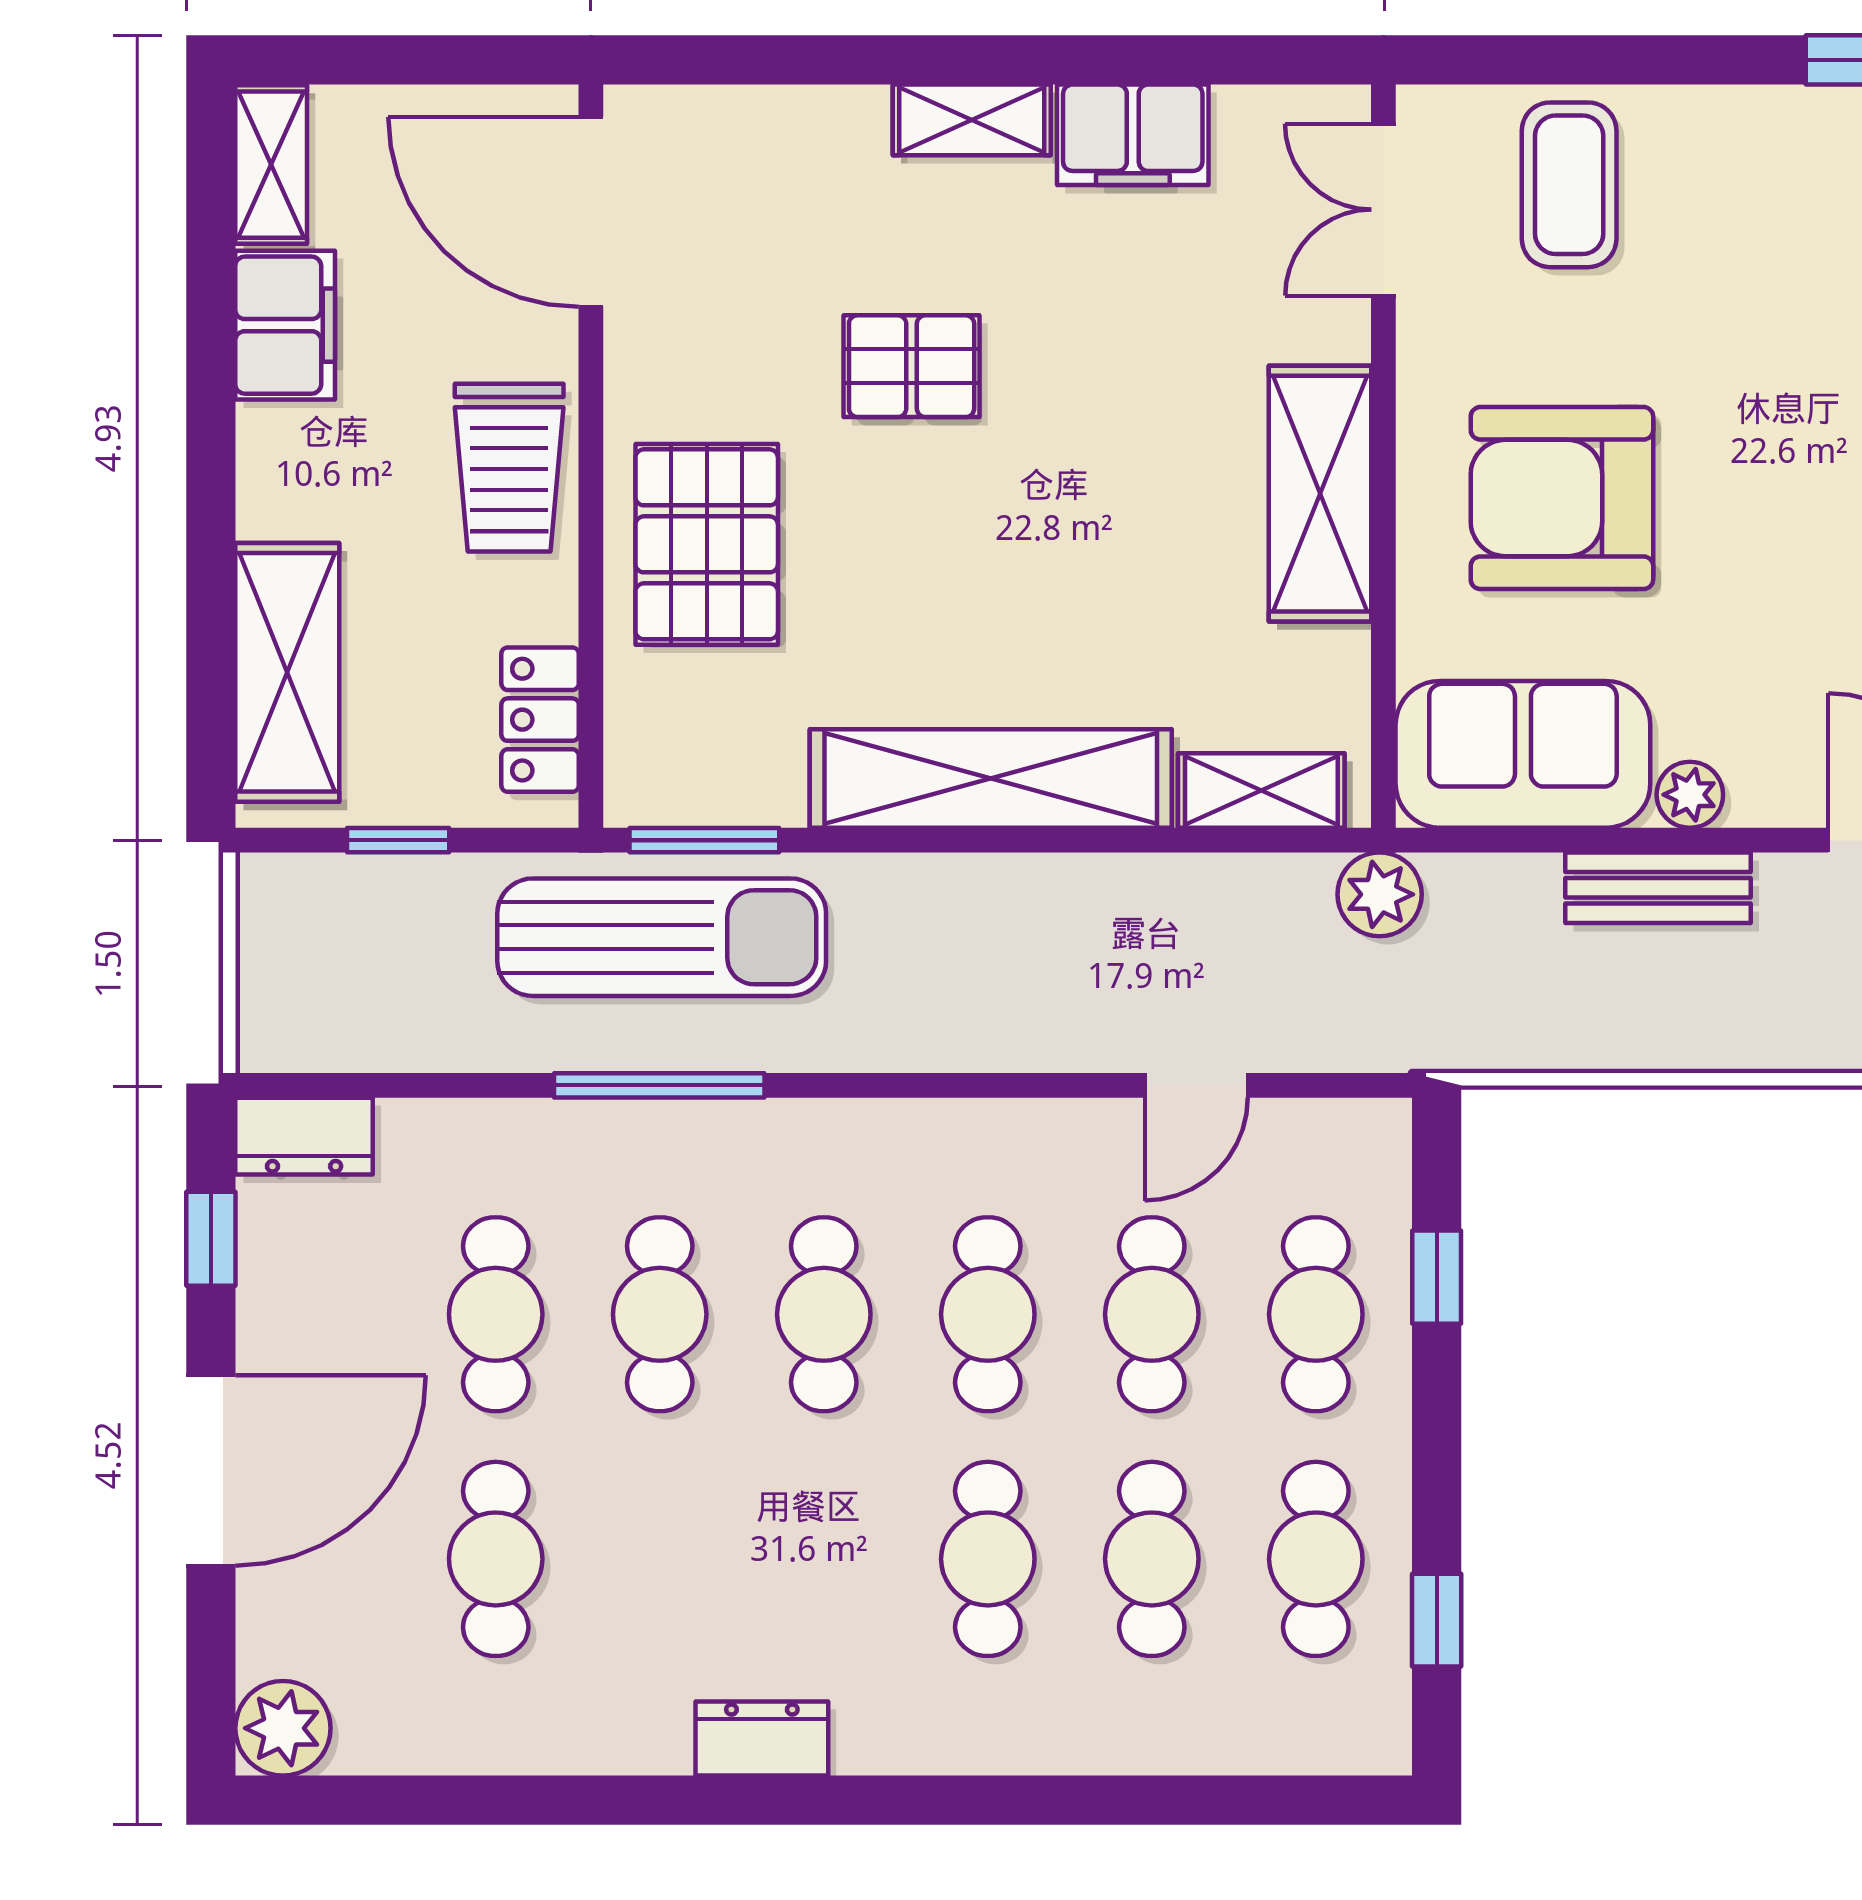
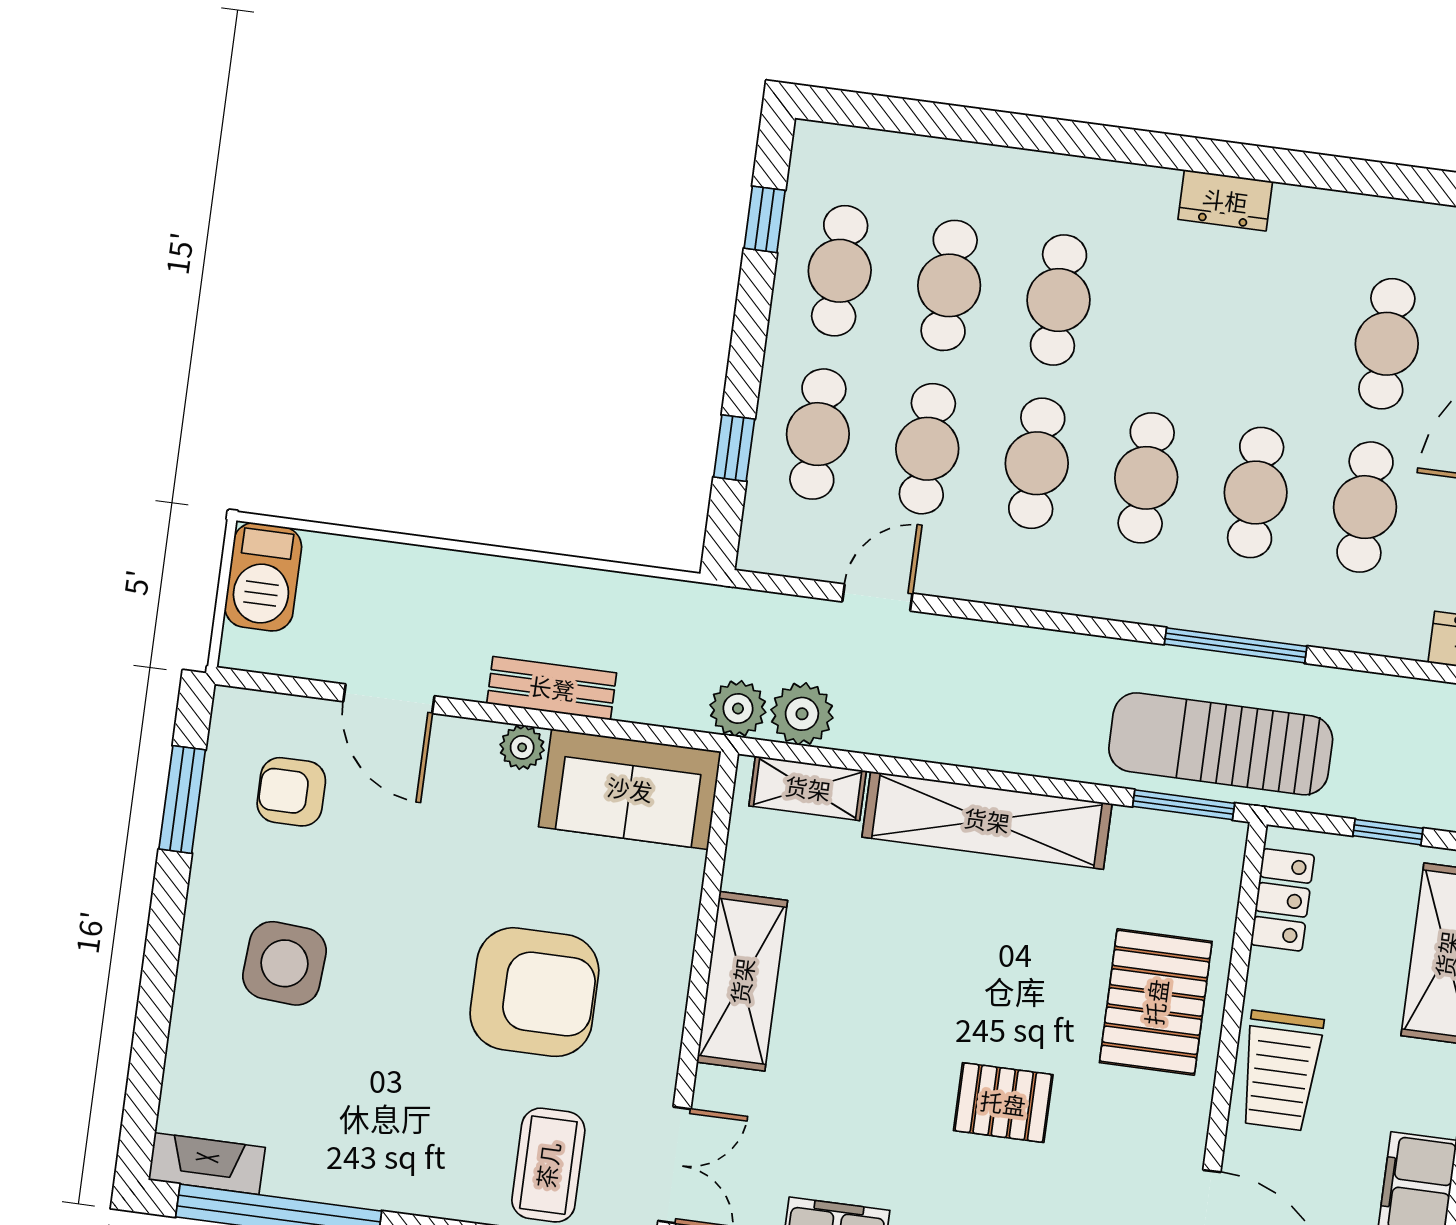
trolley: (509, 468) -> (1281, 1071), turned 180
armchair: (1562, 498) -> (534, 992), moved
plant: (1284, 899) -> (802, 714), added

